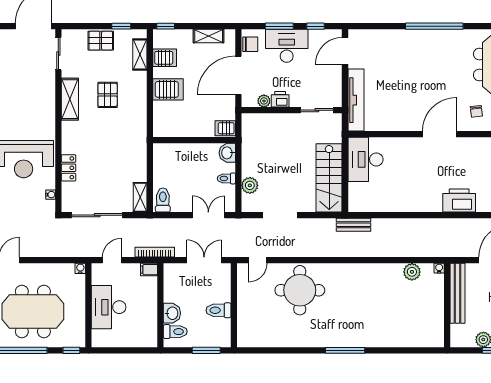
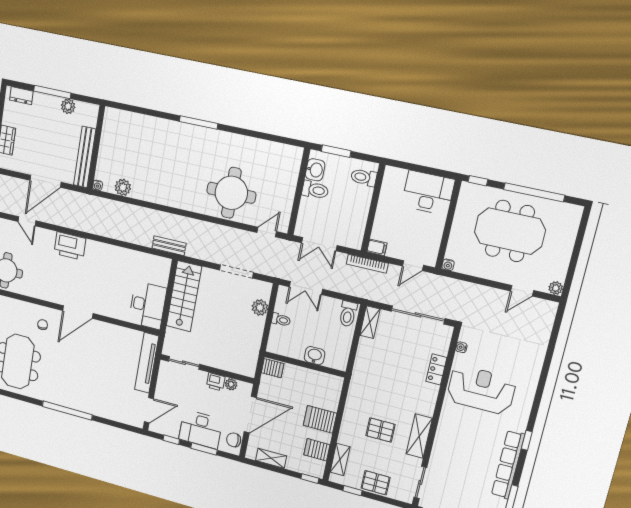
pallet: (108, 95) -> (380, 430), turned 90
washbasin: (227, 153) -> (315, 356), moved, turned -90
desk: (109, 307) -> (428, 193), moved, turned -90
washbasin: (172, 313) -> (315, 170), moved, turned 180

